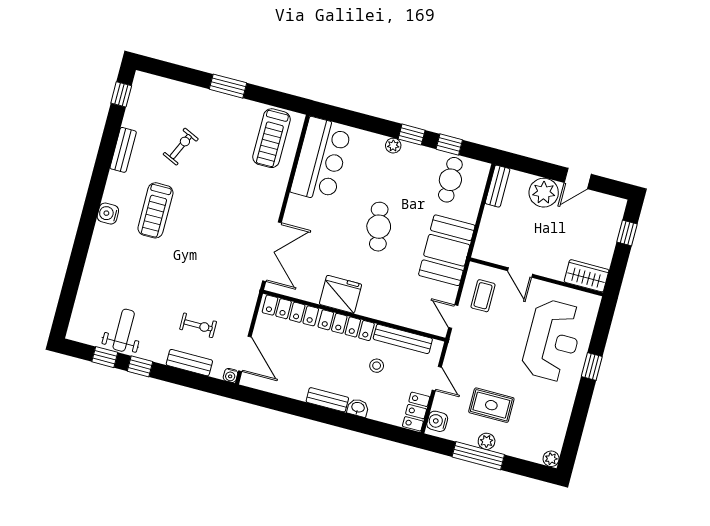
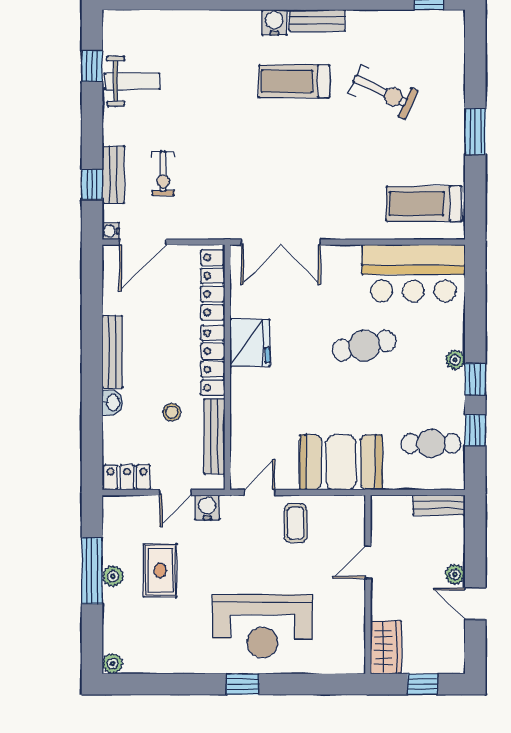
exercise bike: (181, 147) -> (383, 92), width x1.38, depth x1.39
bench: (123, 150) -> (317, 20), moved
plant: (544, 193) -> (455, 574), width x0.53, depth x0.53
cafe table: (379, 227) -> (364, 346), moved
door: (520, 272) -> (368, 562), moved
wardrobe: (587, 276) -> (386, 647), moved
wall: (536, 277) -> (368, 584), moved
coffee table: (483, 296) -> (296, 523), turned 90
window: (140, 366) -> (92, 184), moved
bench: (327, 400) -> (112, 352), width x1.36
water cooler: (437, 421) -> (207, 507), moved

